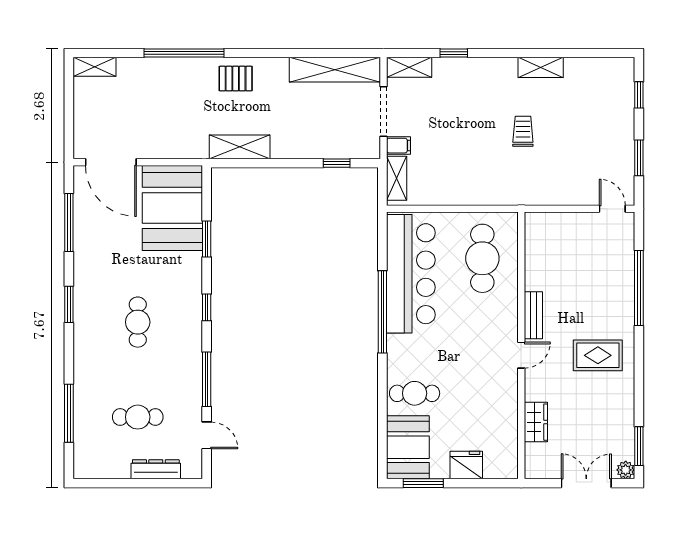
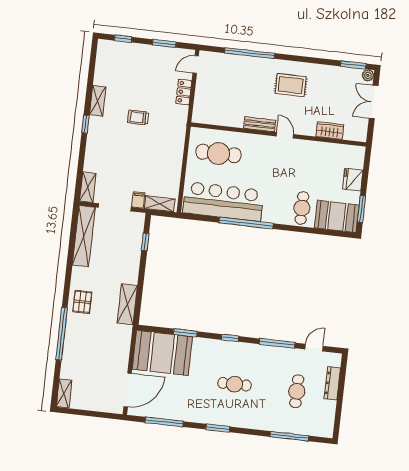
window: (454, 53) -> (85, 124), moved
locker: (569, 196) -> (184, 92), added
rug: (598, 355) -> (291, 85), turned 90

